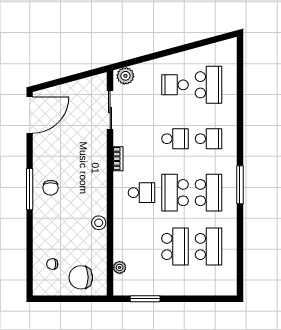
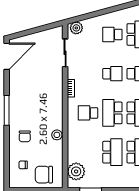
chair: (51, 188) -> (25, 136), moved
school desk: (142, 193) -> (88, 113), turned 180
plant: (120, 267) -> (76, 171), width x1.87, depth x1.87

